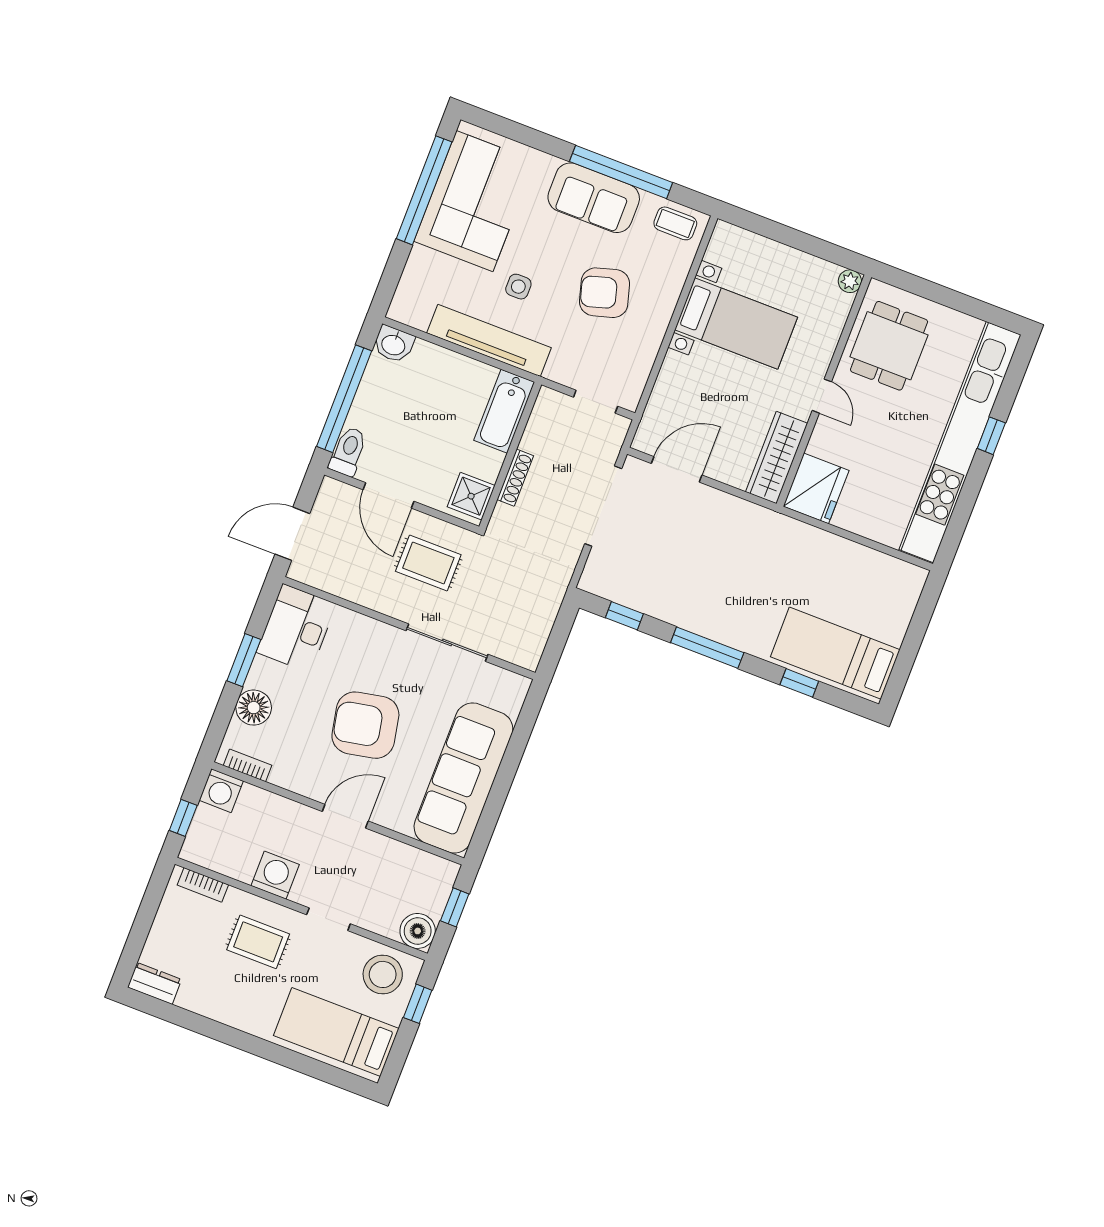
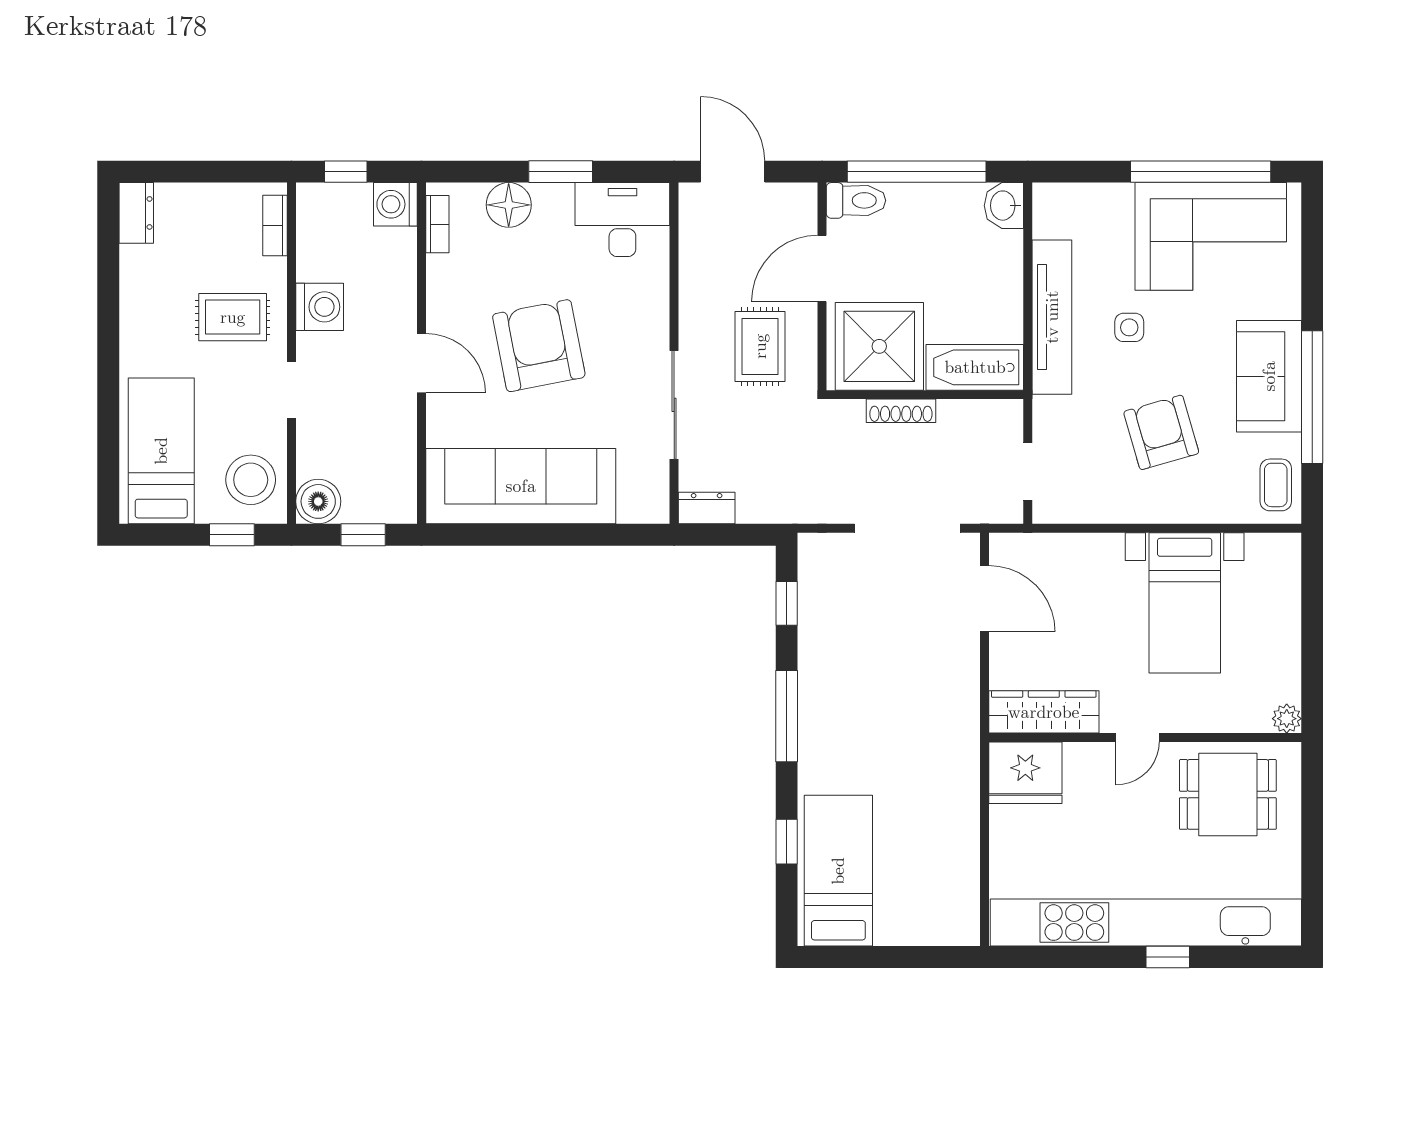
shower: (471, 496) -> (879, 346), width x1.86, depth x1.86
dresser: (532, 648) -> (707, 508), added
rug: (258, 942) -> (233, 317), turned 90

